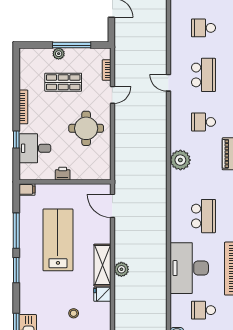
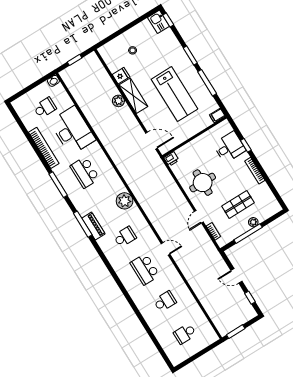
printer: (63, 174) -> (171, 159), moved

